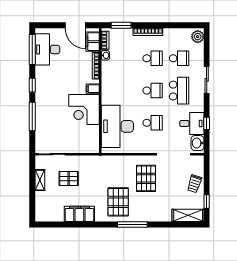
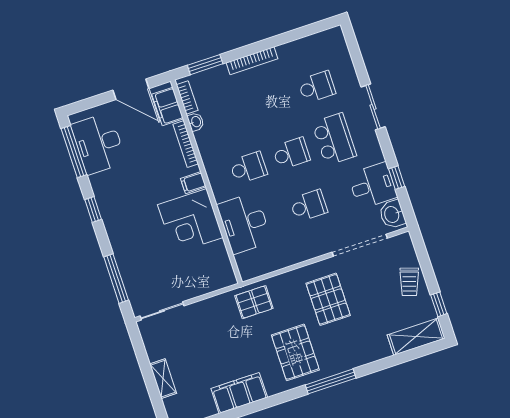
plant: (198, 37) -> (335, 42), removed
school desk: (153, 58) -> (248, 168), moved
window: (32, 117) -> (116, 279), moved
desk: (117, 126) -> (244, 223), width x0.73, depth x0.77
pallet: (69, 178) -> (254, 302), moved
shelving: (40, 180) -> (163, 379), moved

